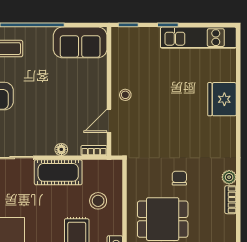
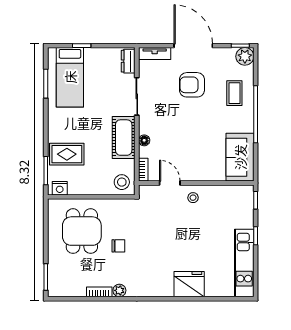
stool: (98, 201) -> (122, 182), moved

